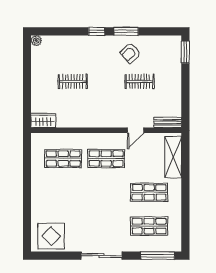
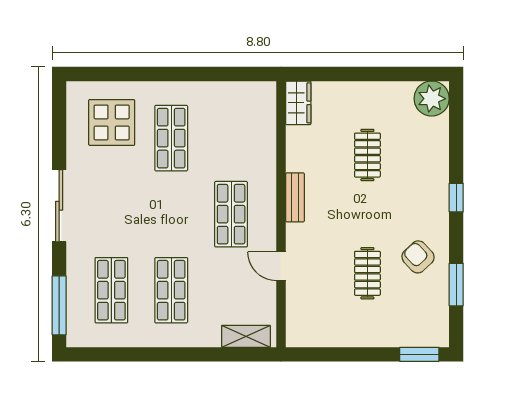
window: (126, 31) -> (456, 285), moved
plant: (36, 41) -> (432, 99), width x1.88, depth x1.88
bench: (168, 122) -> (295, 197), moved
shelving: (173, 157) -> (246, 336), width x0.67, depth x0.75
shop shelf: (63, 159) -> (171, 138), moved
display table: (51, 236) -> (112, 122), moved

